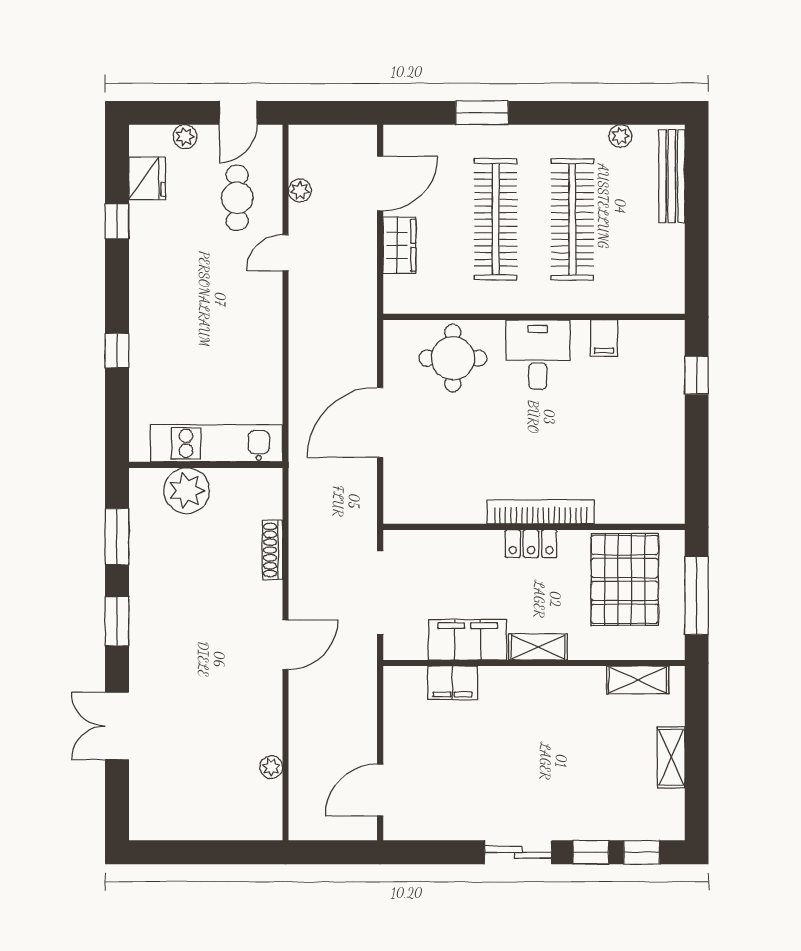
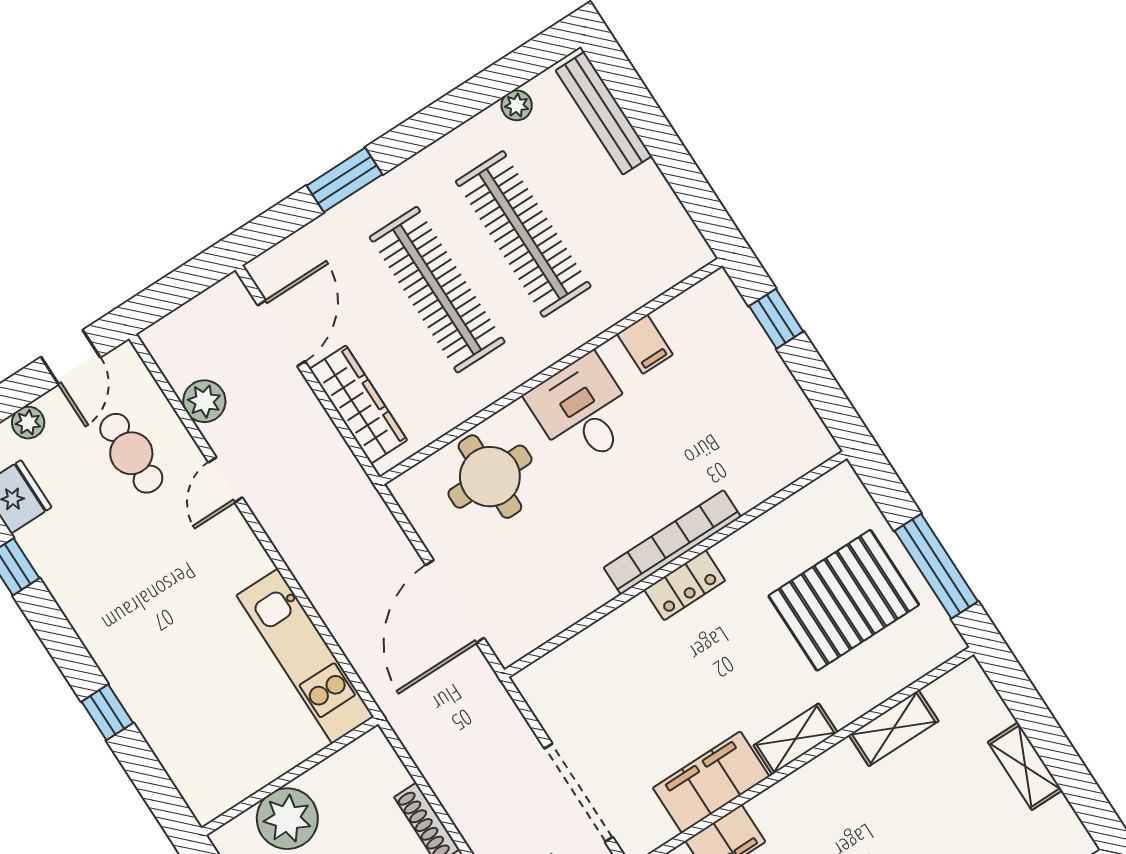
plant: (300, 191) -> (204, 401), width x1.38, depth x1.38
wardrobe: (400, 245) -> (358, 405), width x1.50
kitchen unit: (216, 443) -> (305, 656), moved, turned -90
bookcase: (541, 512) -> (672, 542), moved
wall: (534, 527) -> (676, 564), moved
locker: (531, 544) -> (685, 585), moved
pallet: (625, 579) -> (844, 600), turned 90
shelving: (638, 680) -> (894, 728), moved

